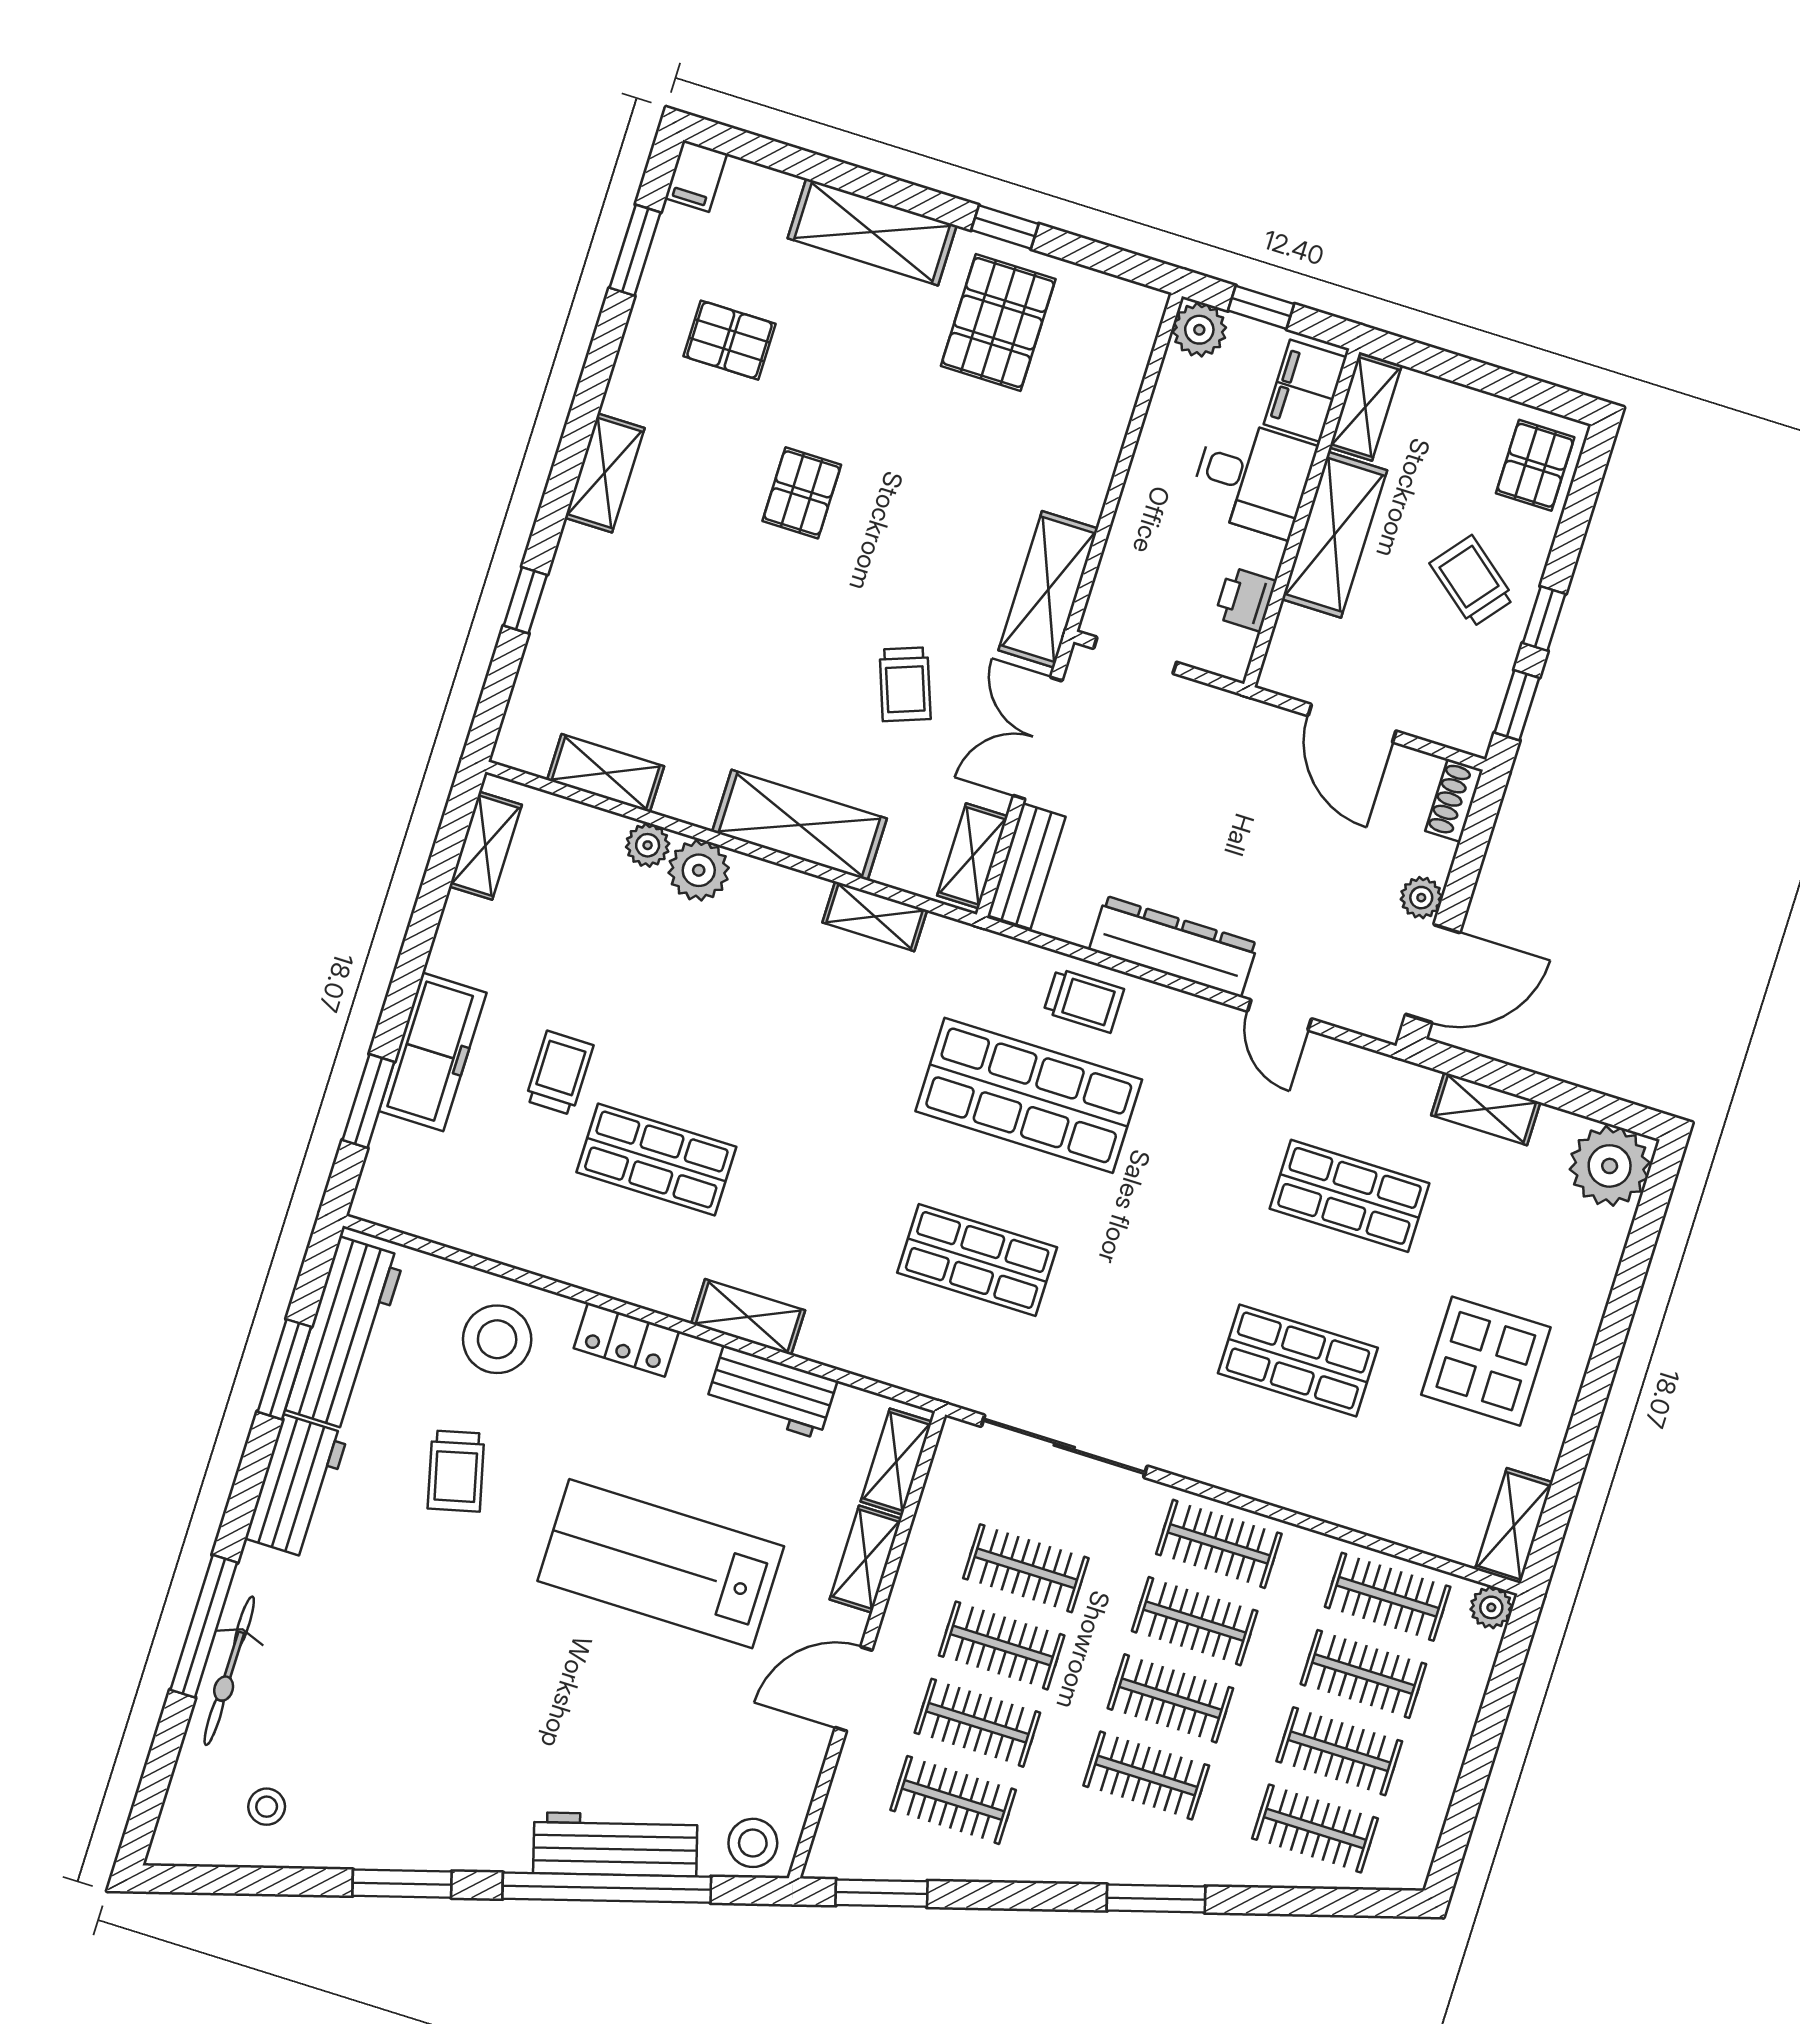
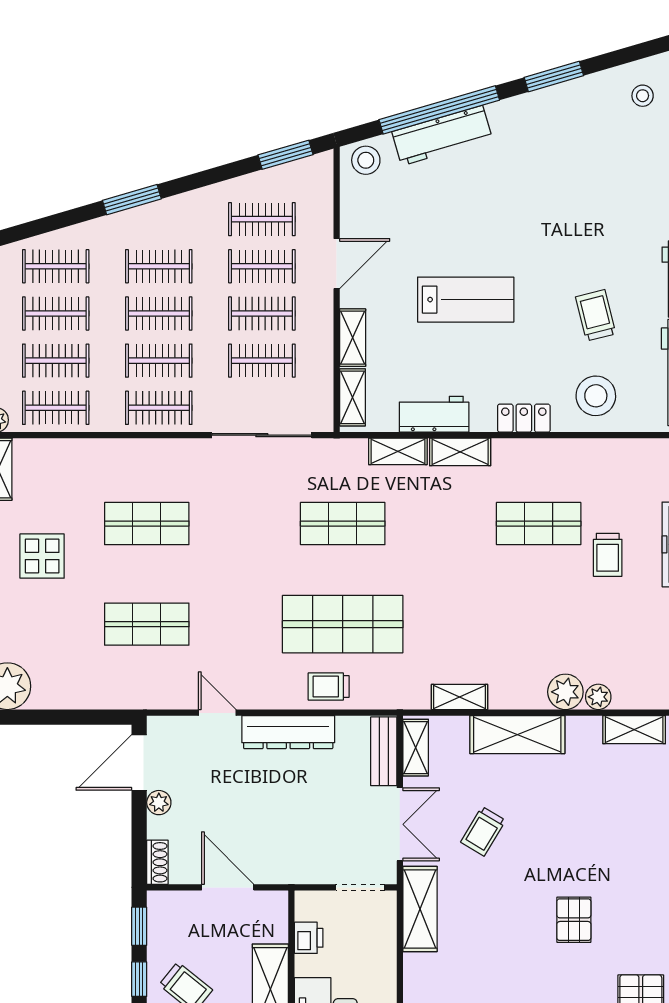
trolley: (905, 684) -> (483, 831), turned -129
shelving: (1486, 1109) -> (398, 451), moved
display table: (1486, 1361) -> (42, 556), width x0.73, depth x0.73
lab bench: (661, 1564) -> (466, 300), width x0.73, depth x0.72

